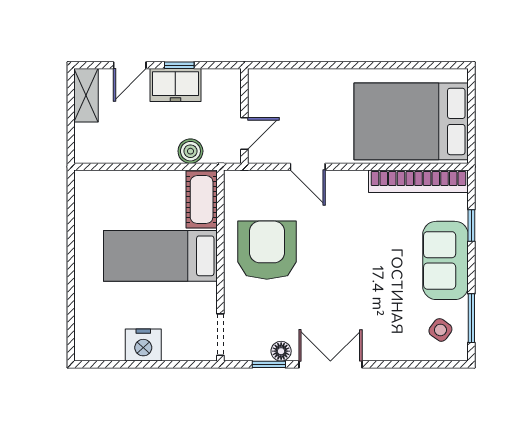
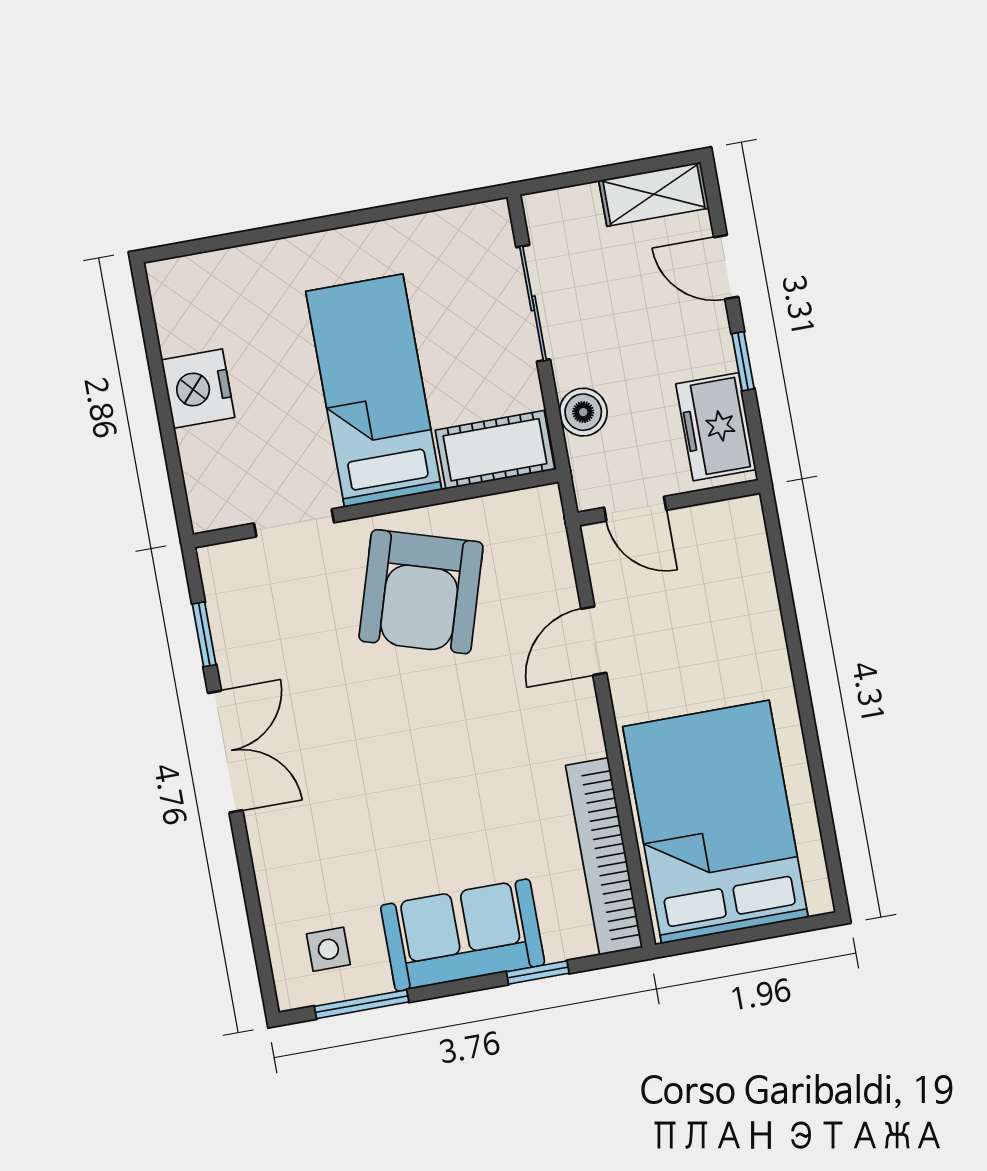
freezer: (175, 85) -> (716, 427), moved
sliding door: (131, 167) -> (533, 303), added
armchair: (267, 250) -> (421, 592), turned 107
side table: (440, 330) -> (328, 949), turned -36
doorway: (220, 335) -> (294, 523), moved
floor lamp: (281, 351) -> (233, 653), removed

